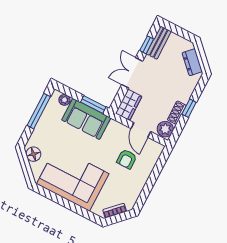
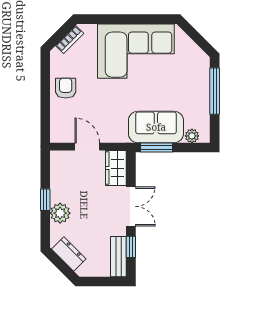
window: (39, 111) -> (215, 91), moved
shoe rack: (177, 113) -> (57, 188), removed
plant: (165, 129) -> (60, 213), moved
floor lamp: (33, 154) -> (195, 56), removed
armchair: (127, 159) -> (66, 88), moved

